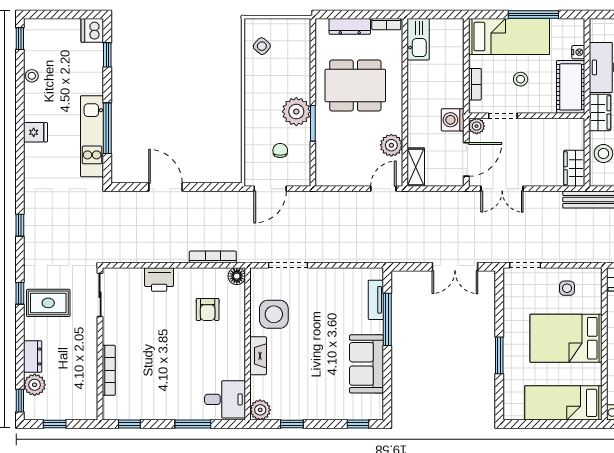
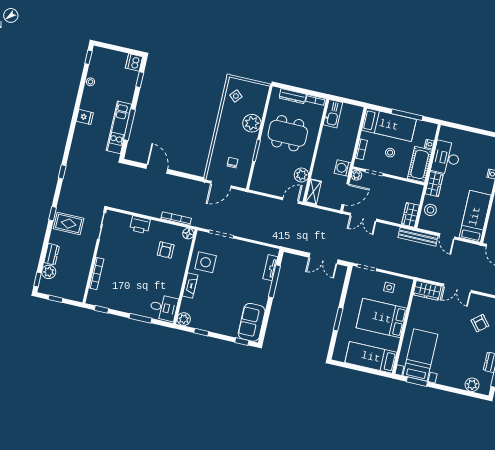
plant: (296, 112) -> (252, 123), moved
sofa: (366, 364) -> (252, 322), moved

